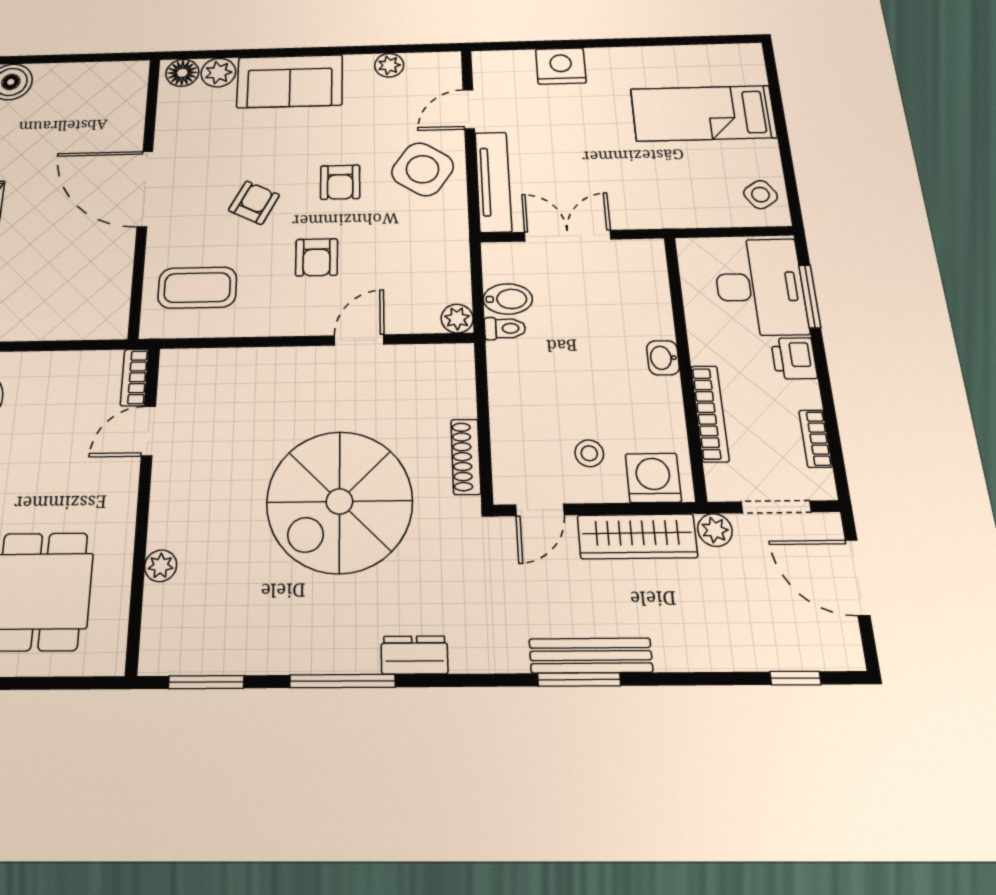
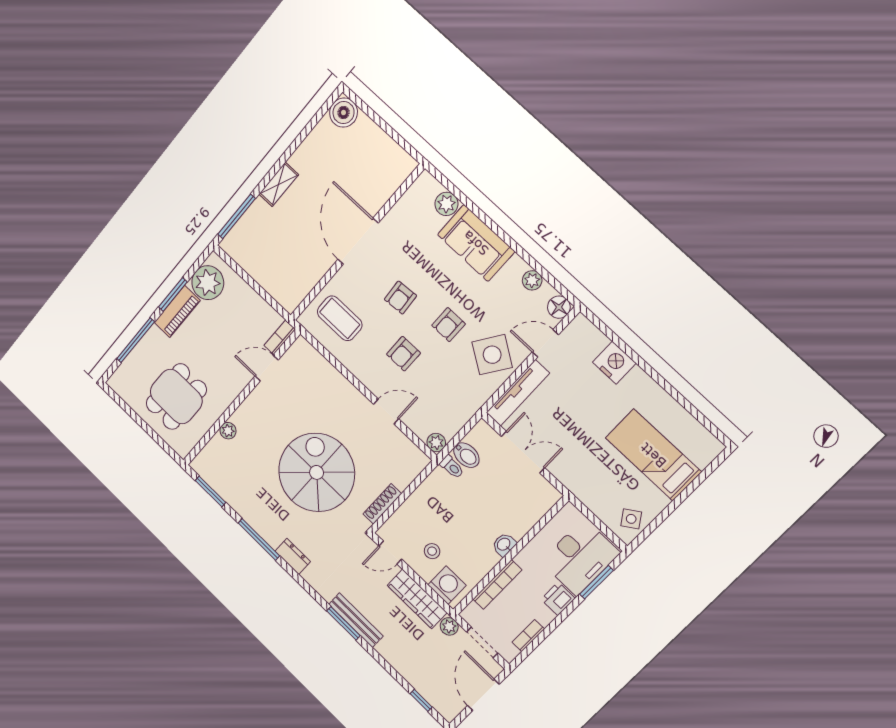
floor lamp: (182, 73) -> (559, 307), moved
armchair: (254, 203) -> (400, 298), turned 149
spiral stairs: (339, 501) -> (317, 472), turned 90

